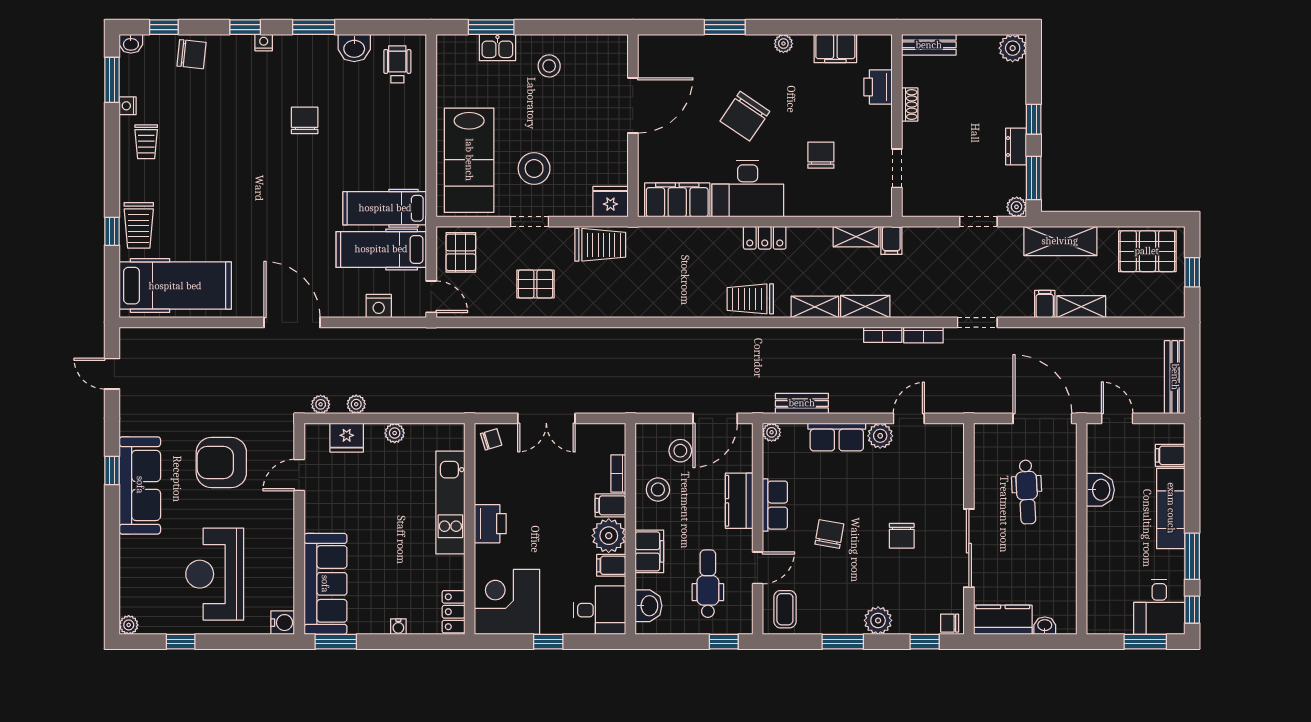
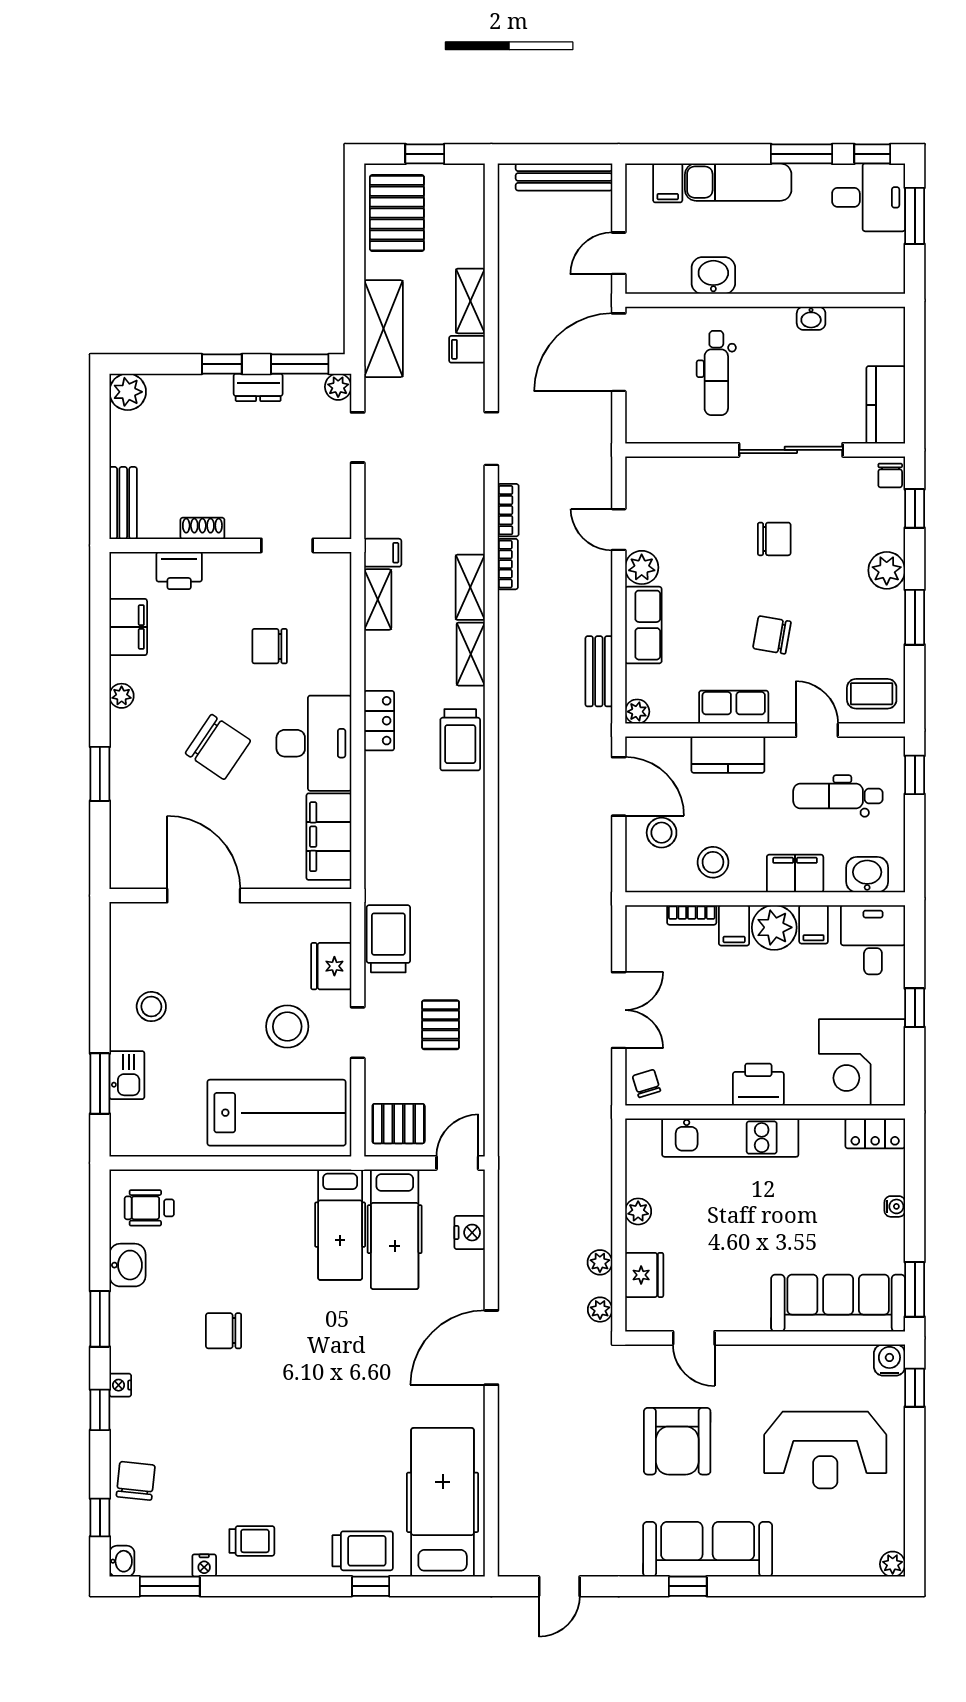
fridge: (610, 202) -> (331, 966), moved
dental chair: (1027, 492) -> (716, 373), turned 93
washbasin: (1045, 626) -> (811, 318), moved, turned -90
window: (181, 642) -> (915, 1388), moved

